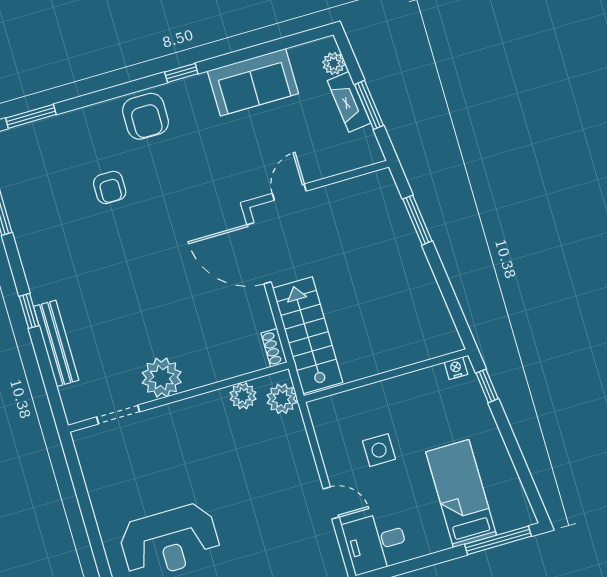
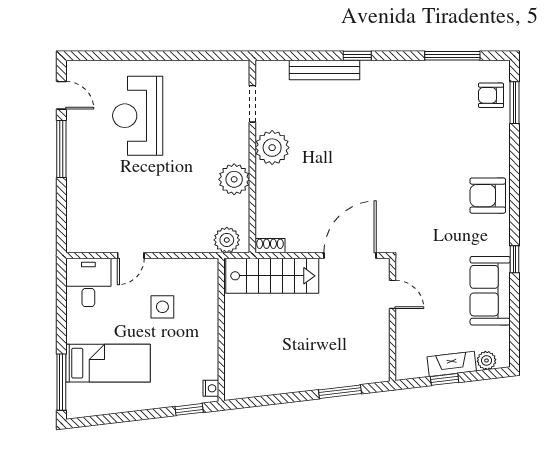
window: (181, 73) -> (514, 259), moved
window: (369, 105) -> (445, 379), width x0.67
armchair: (110, 187) -> (491, 95), moved
plant: (243, 396) -> (234, 179), moved, width x1.36, depth x1.36

